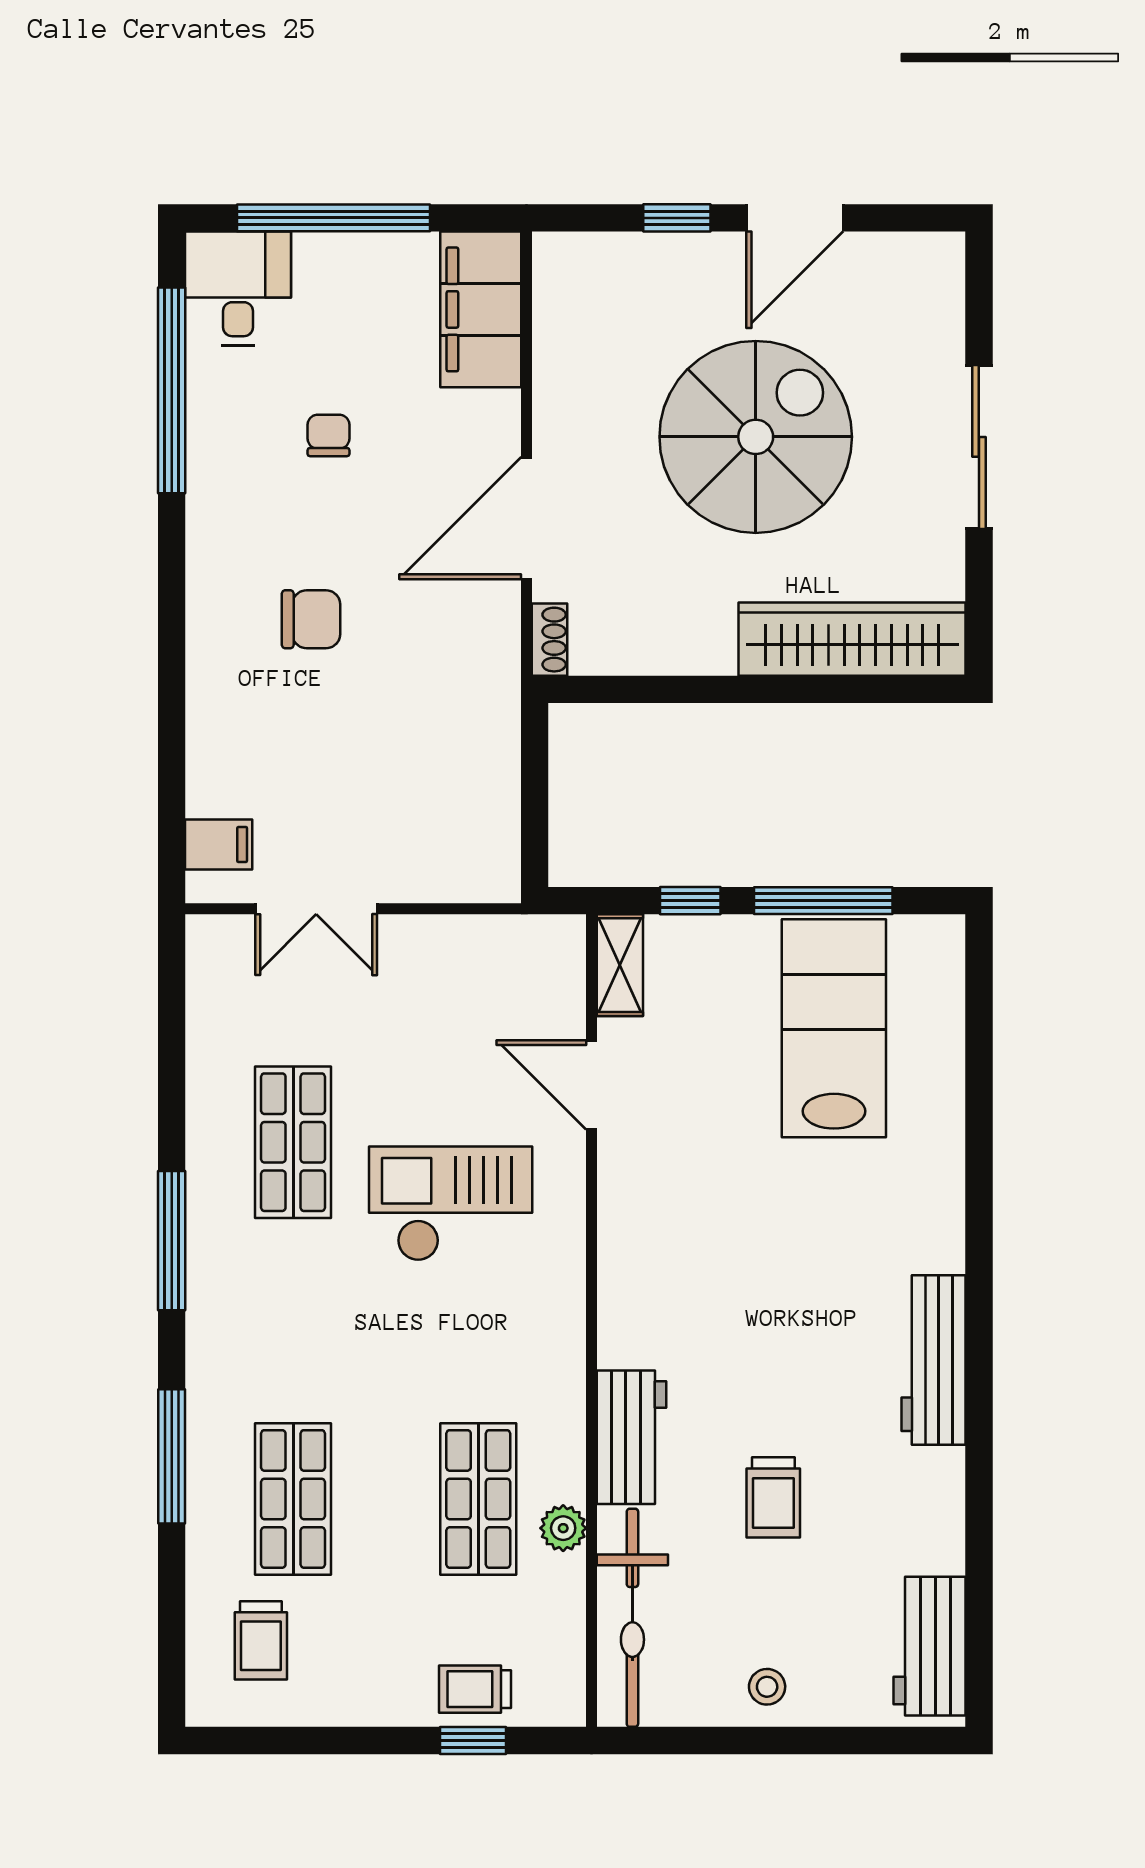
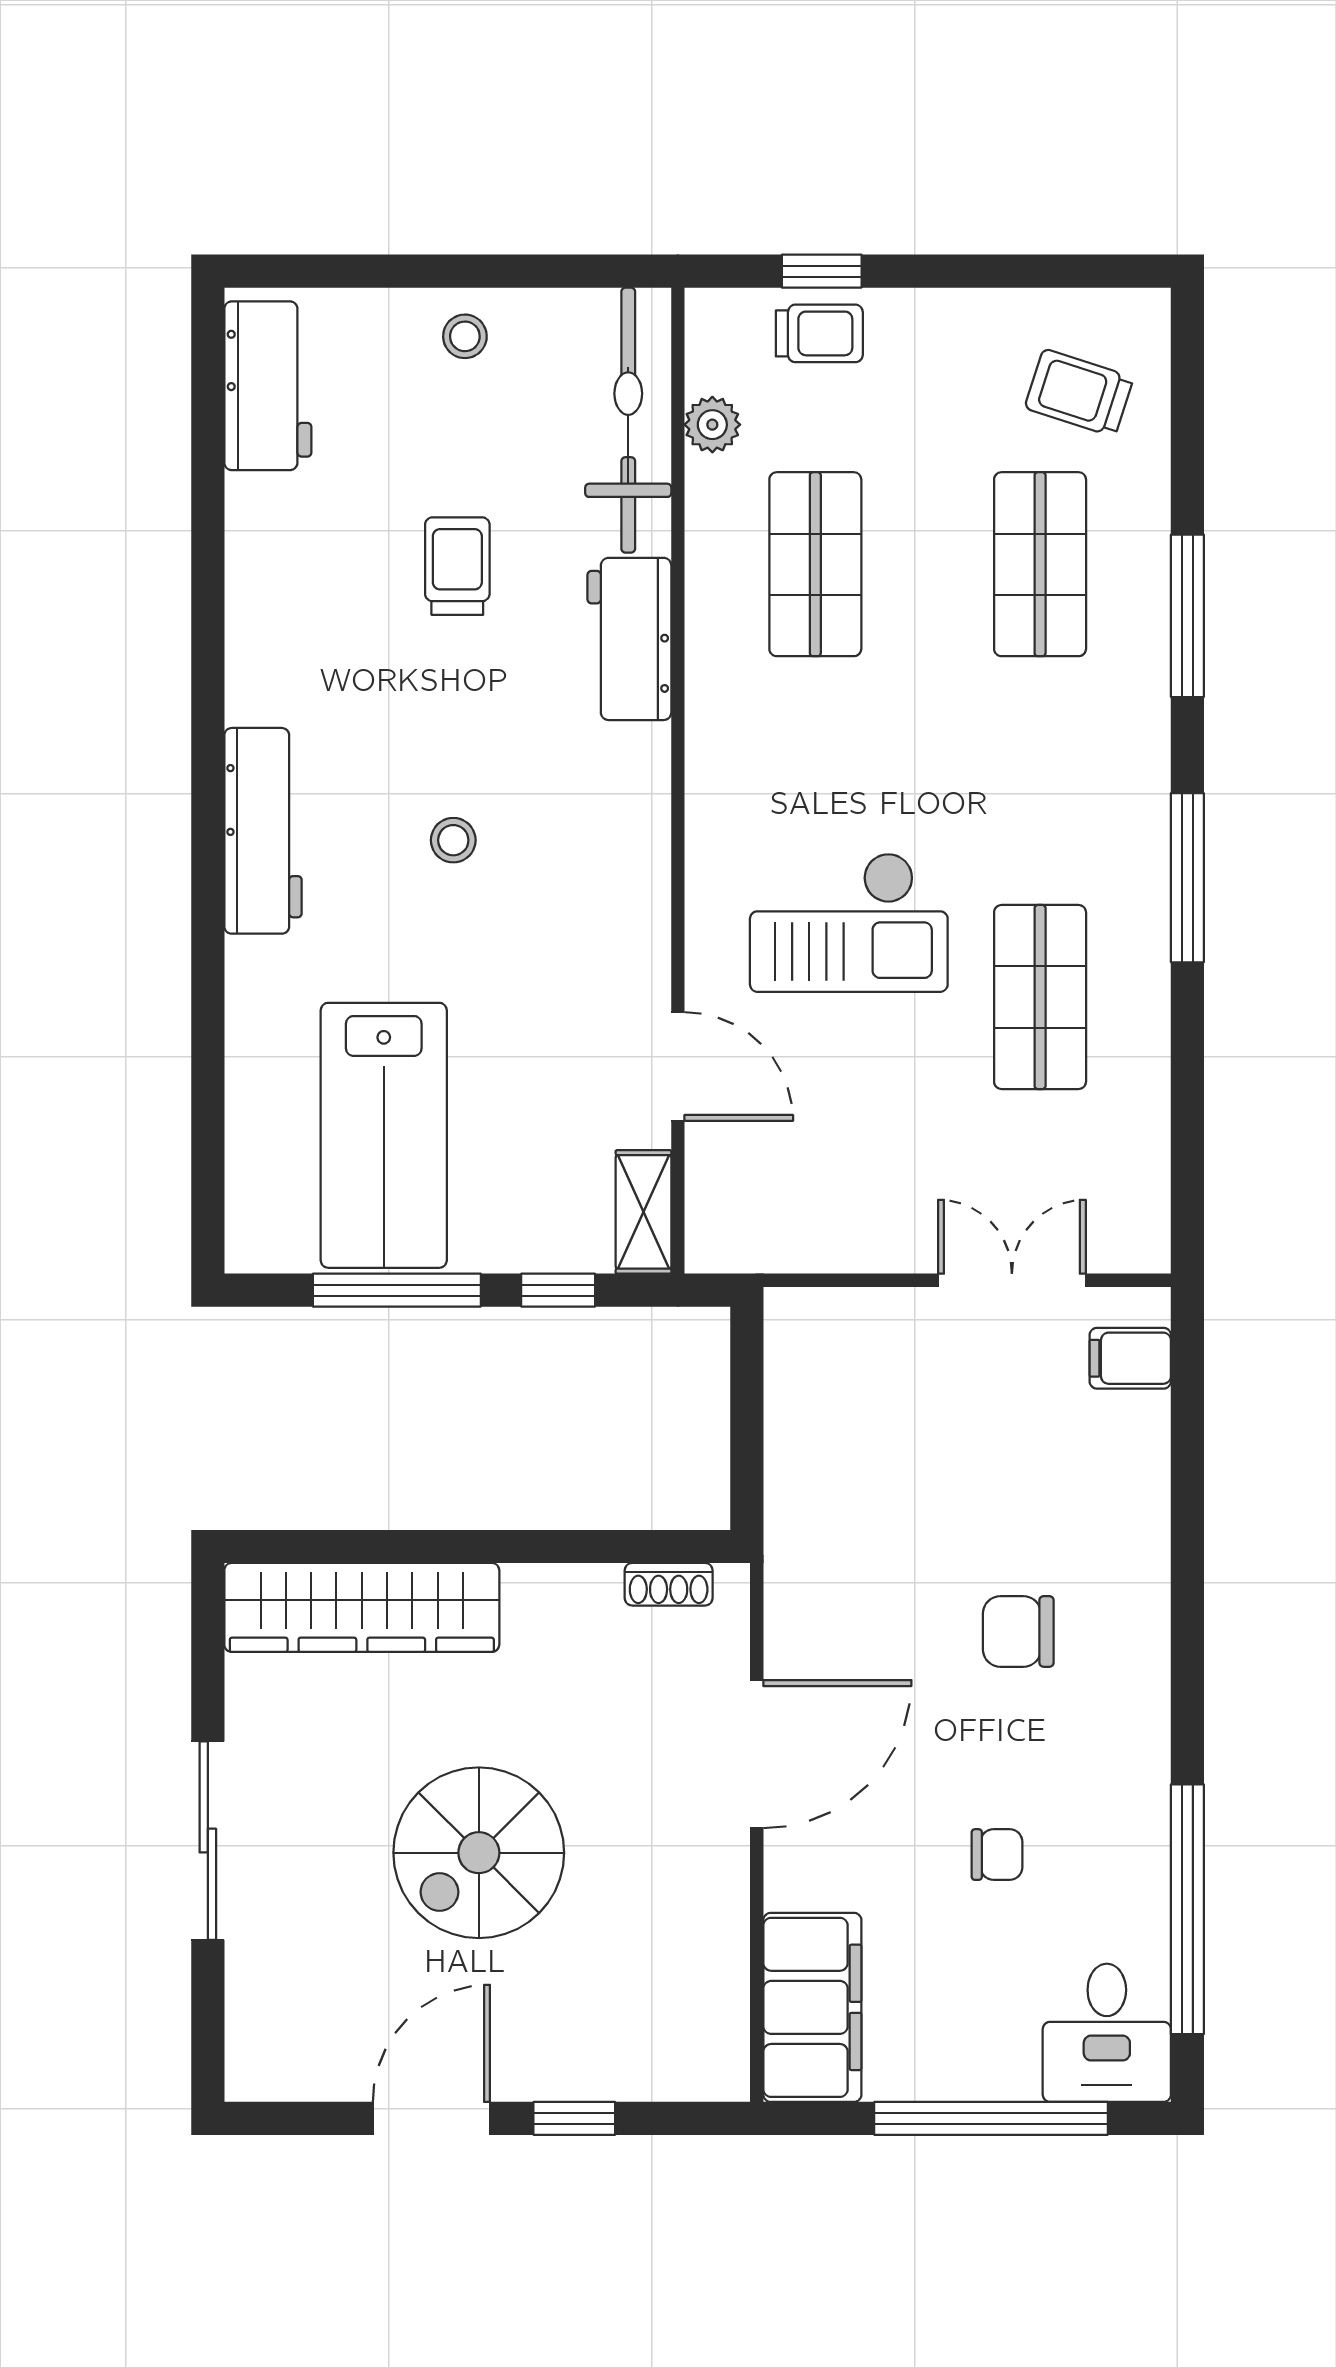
chair: (328, 435) -> (997, 1855), turned -90
spiral stairs: (756, 437) -> (479, 1853), width x0.73, depth x0.73
shoe rack: (550, 640) -> (669, 1584), moved, turned -90
stool: (777, 1271) -> (453, 840), added
workbench: (934, 1360) -> (263, 831), moved
plant: (563, 1528) -> (712, 425), moved
trolley: (261, 1640) -> (1079, 393), turned -72

